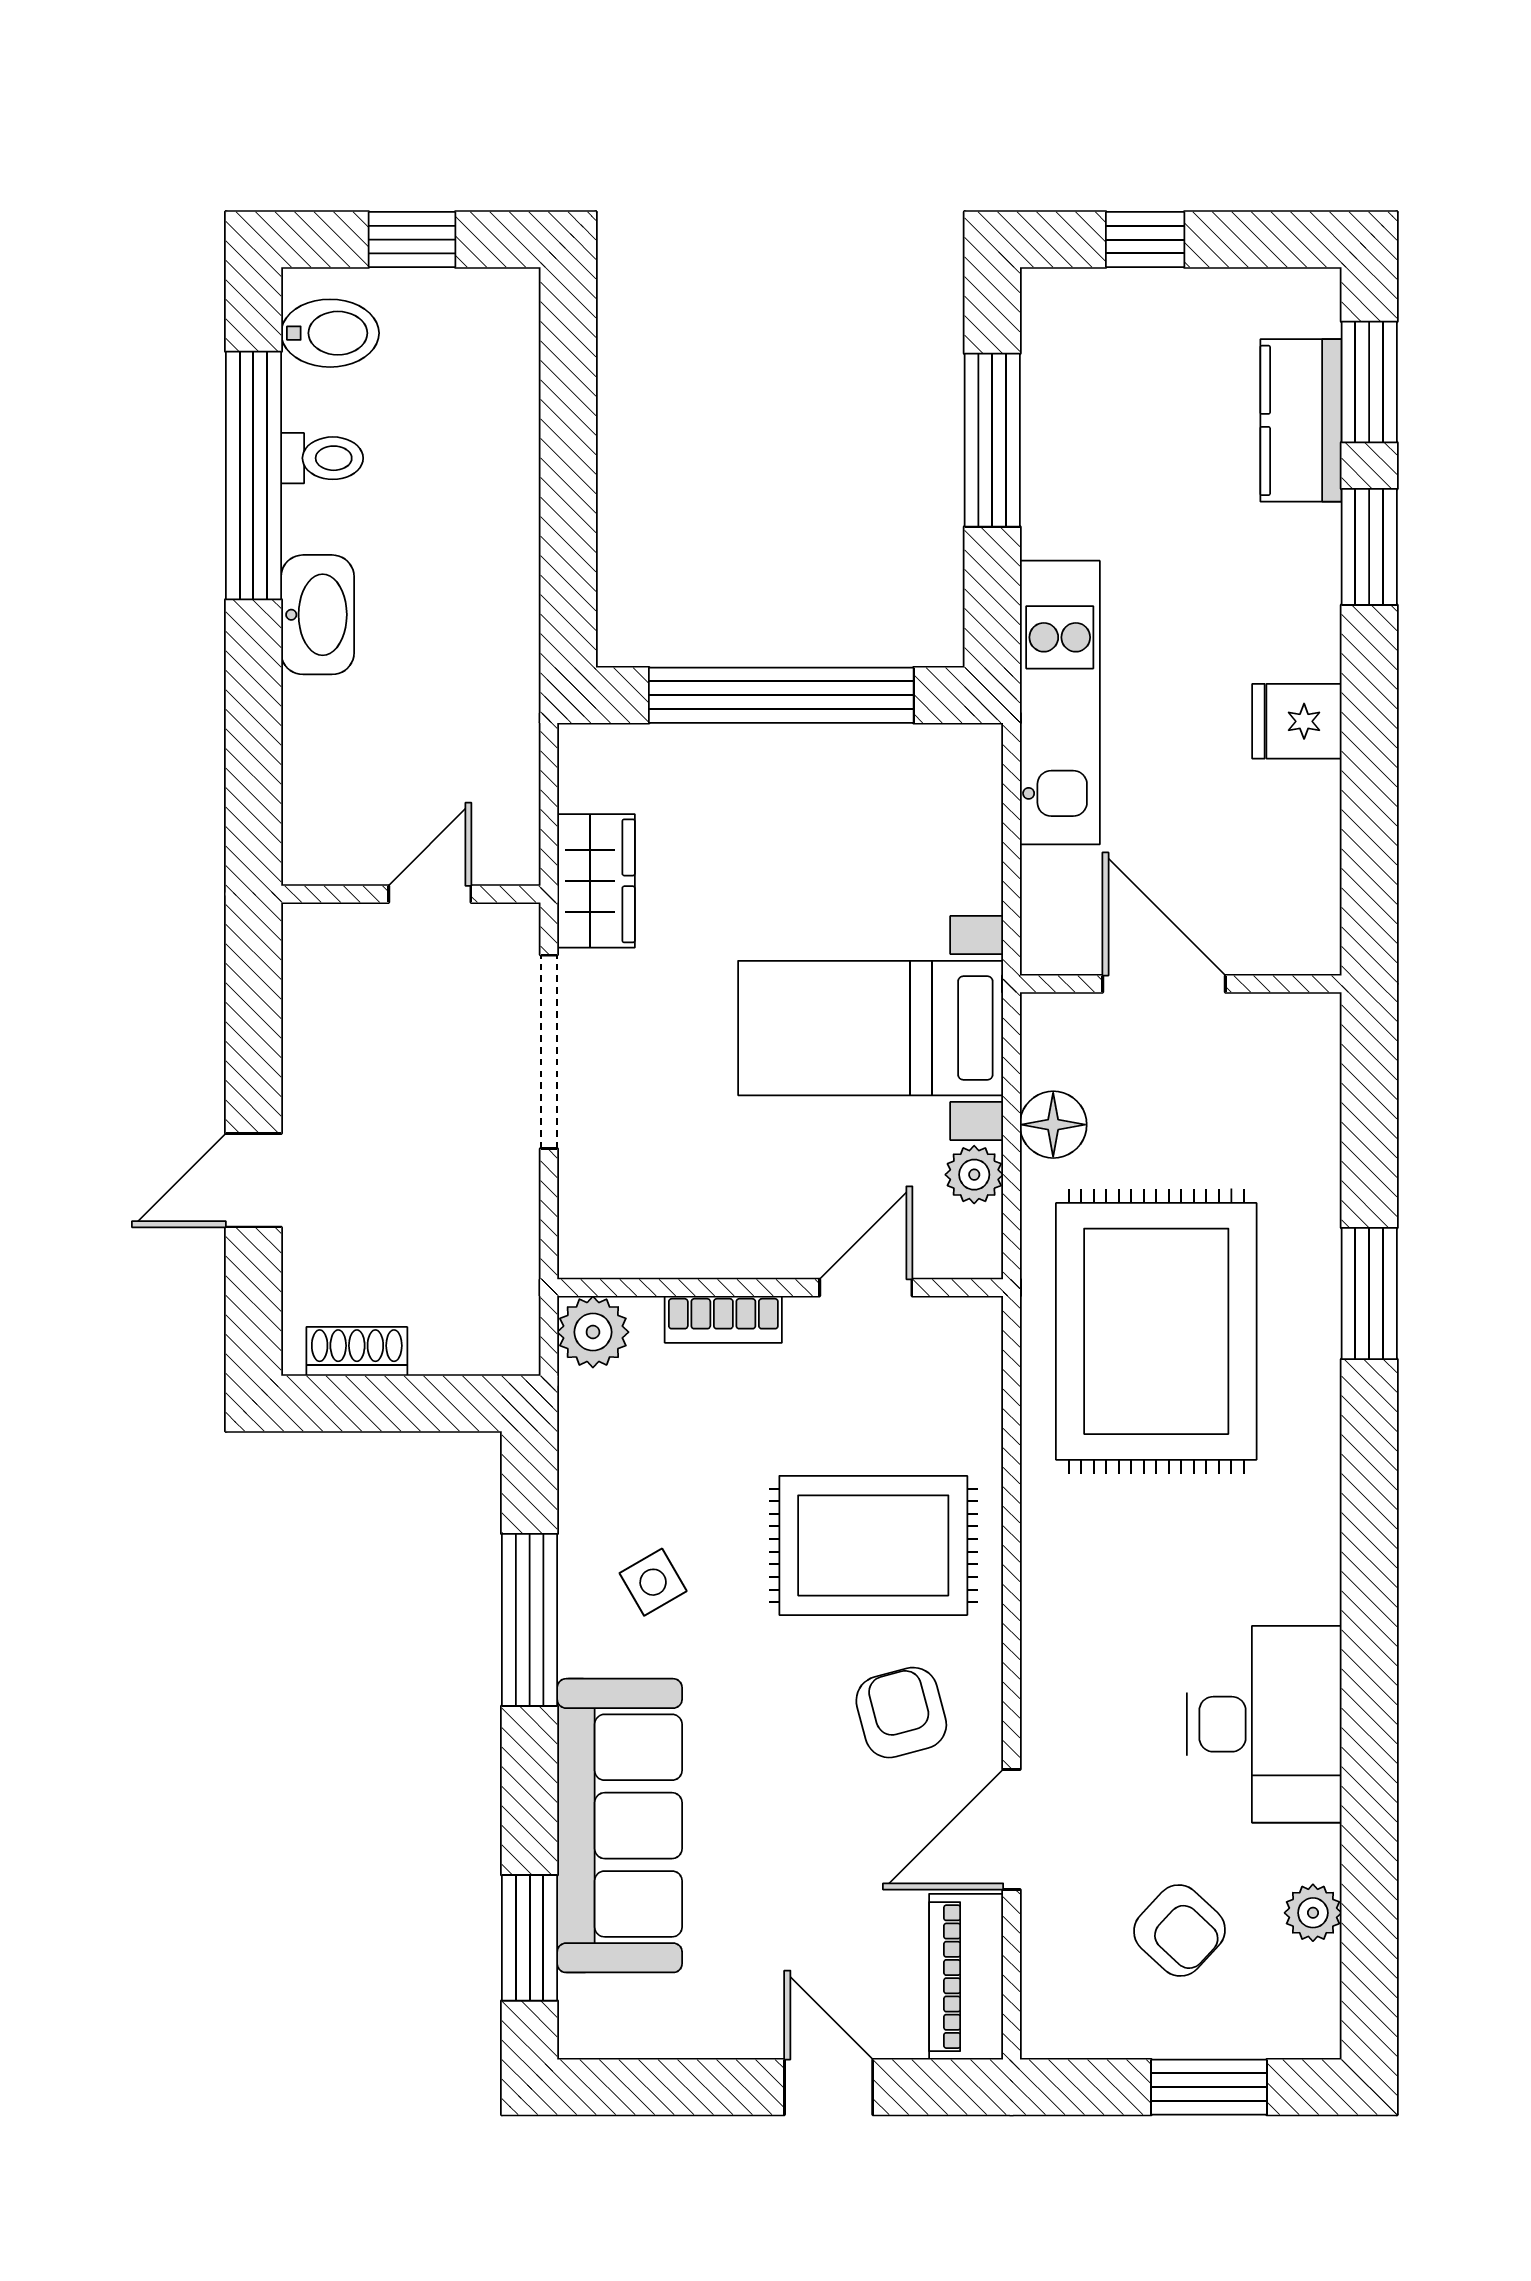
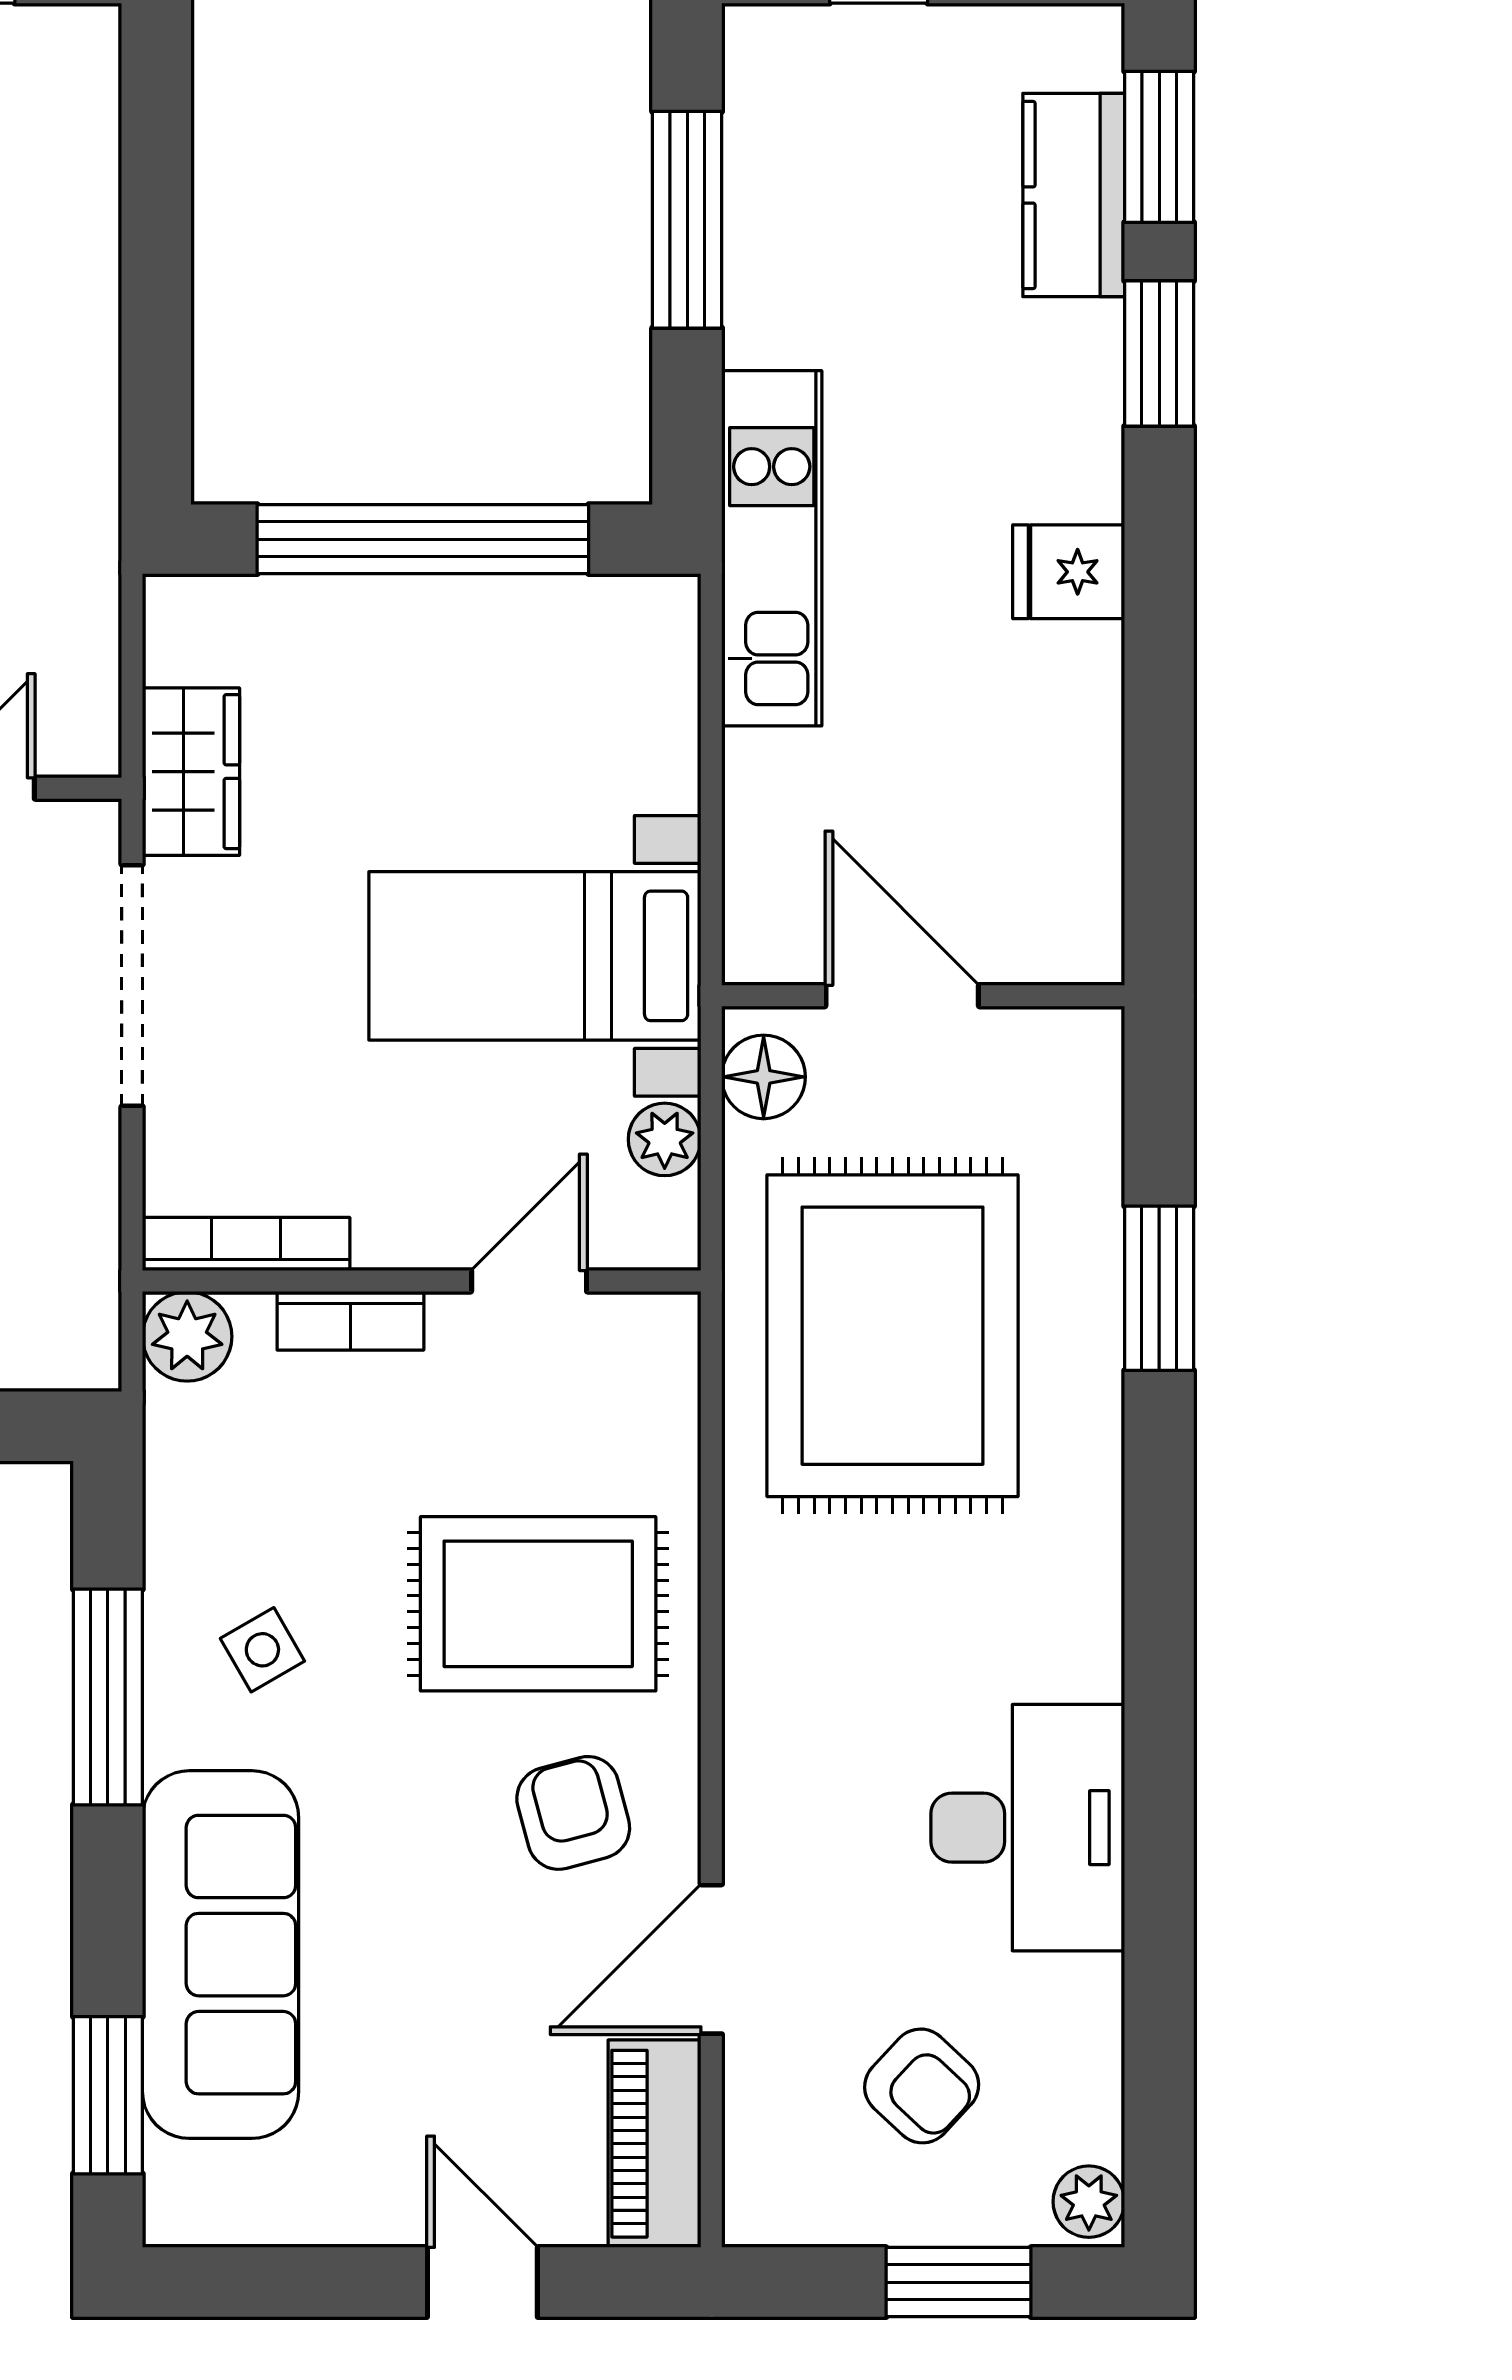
door: (1164, 984) -> (902, 996), moved
wall: (1181, 984) -> (923, 996), moved
bookcase: (640, 1258) -> (246, 1244), added
plant: (1313, 1913) -> (1089, 2202), moved

